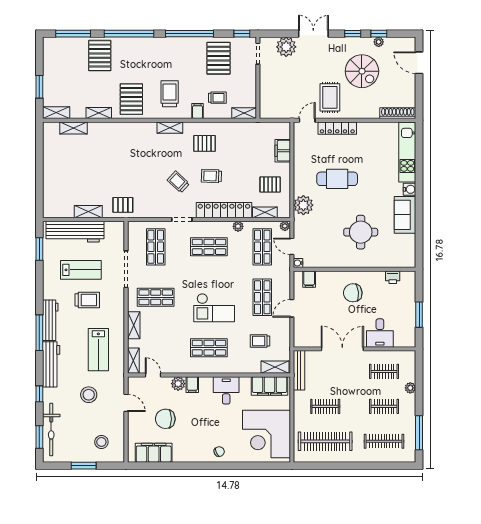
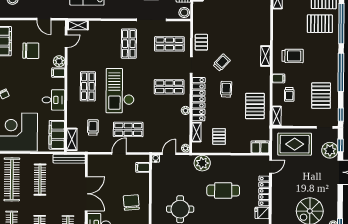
window: (353, 34) -> (340, 145), moved
pallet: (218, 58) -> (321, 96), turned 90
rug: (330, 97) -> (295, 144), moved, width x1.36, depth x1.43
pallet: (131, 99) -> (320, 24), moved
door: (307, 120) -> (271, 167), hinge flipped
fridge: (365, 130) -> (262, 213), added
pallet: (205, 143) -> (255, 106), moved, width x1.50, depth x1.42
filing cabinet: (283, 151) -> (260, 147), moved
cafe table: (337, 179) -> (223, 191), turned 90
pallet: (123, 205) -> (201, 42), moved
stool: (117, 229) -> (184, 12), added
shop shelf: (209, 247) -> (169, 87), turned 90
shop shelf: (262, 247) -> (169, 130), removed
checkout: (214, 308) -> (120, 91), width x1.36, depth x1.21
door: (292, 308) -> (119, 153), hinge flipped
shelving: (134, 325) -> (106, 26), removed
door: (126, 403) -> (44, 19), hinge flipped
clothes rail: (325, 406) -> (40, 180), width x1.36
chair: (165, 419) -> (31, 51), turned 90

